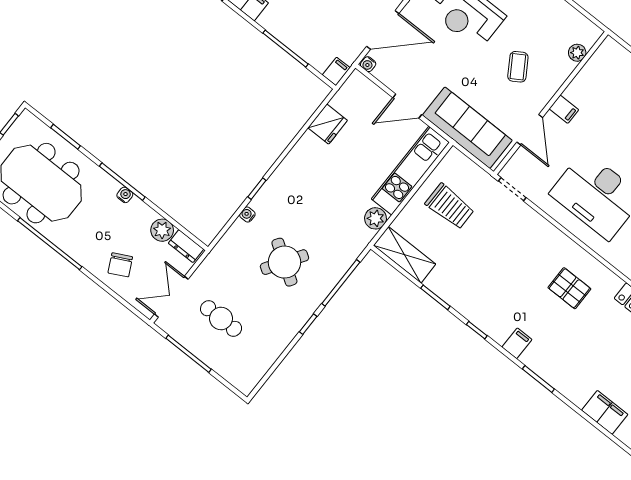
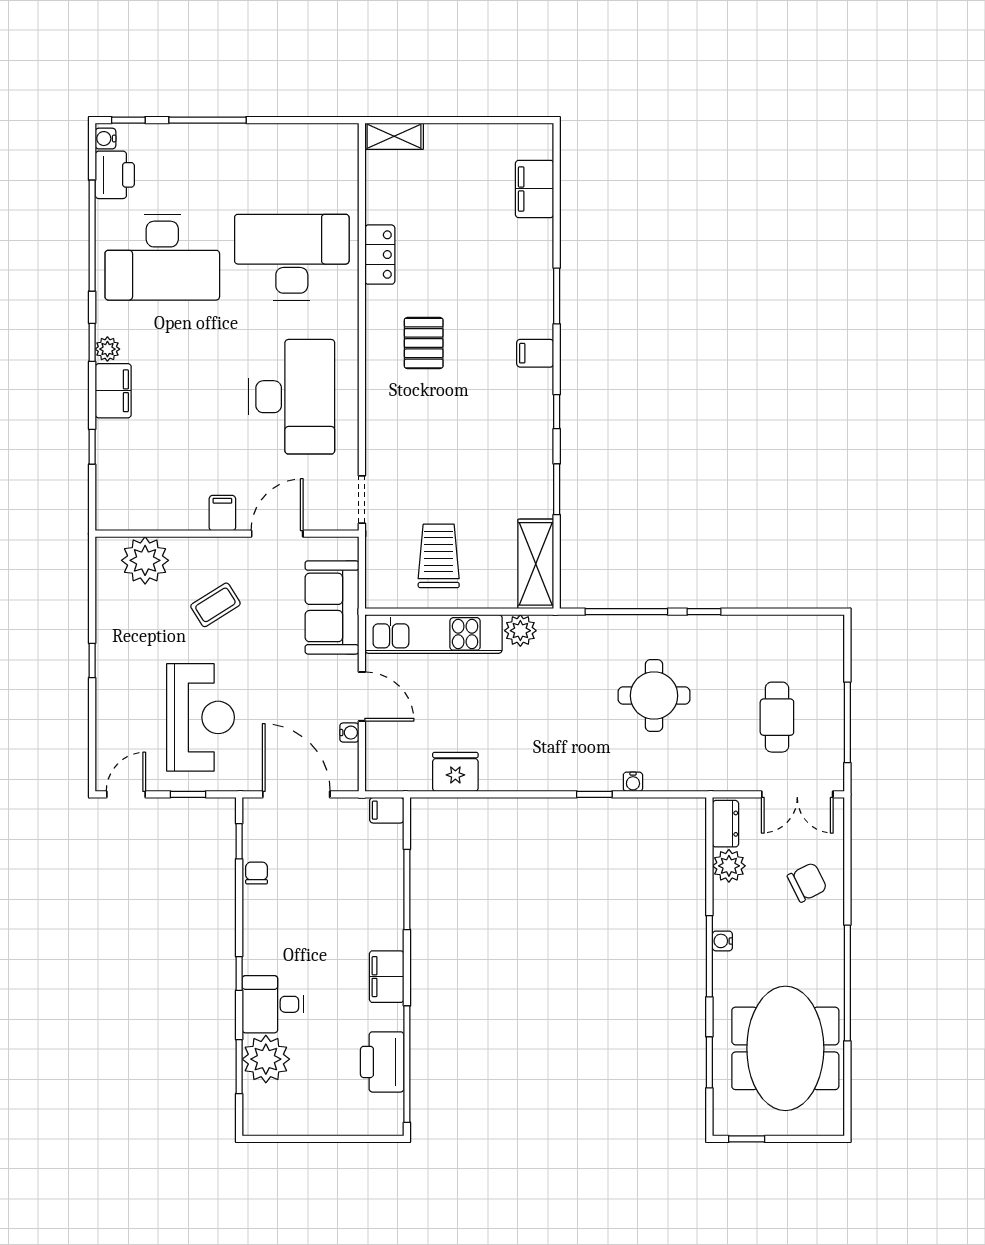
plant: (577, 53) -> (145, 560), width x1.88, depth x1.88
water cooler: (368, 64) -> (349, 733), moved
sofa: (467, 128) -> (332, 607), width x0.73
round table: (284, 262) -> (654, 696), turned -33

